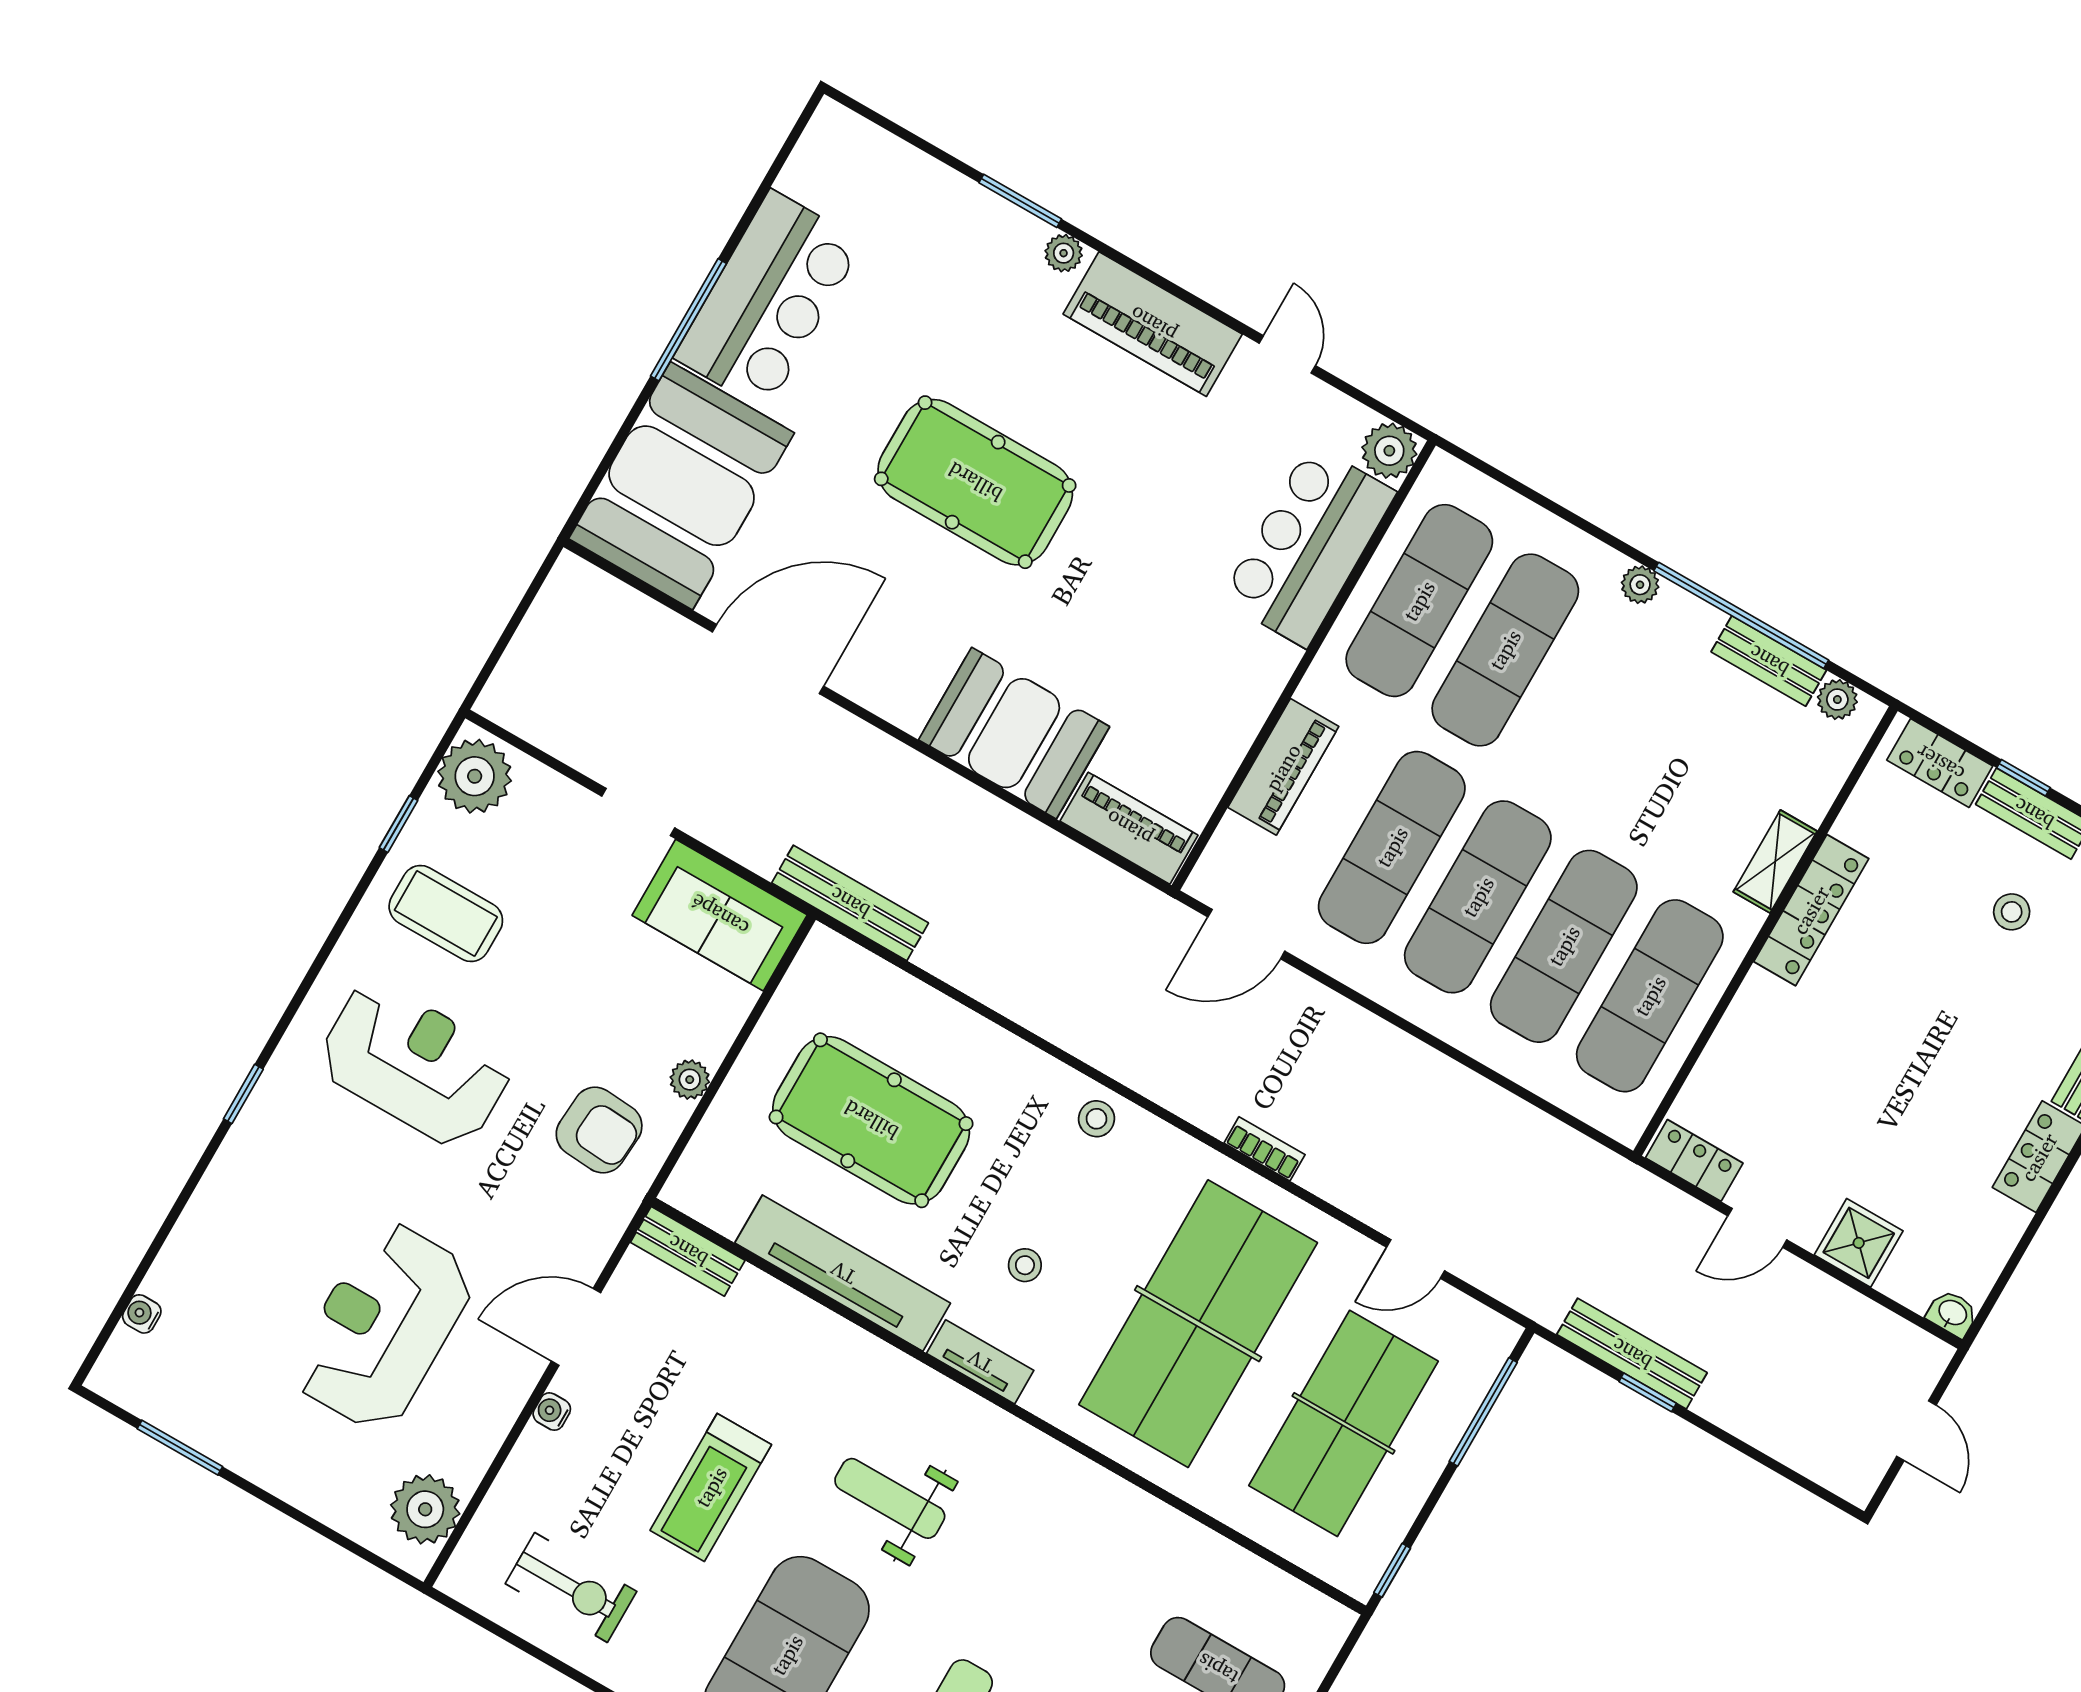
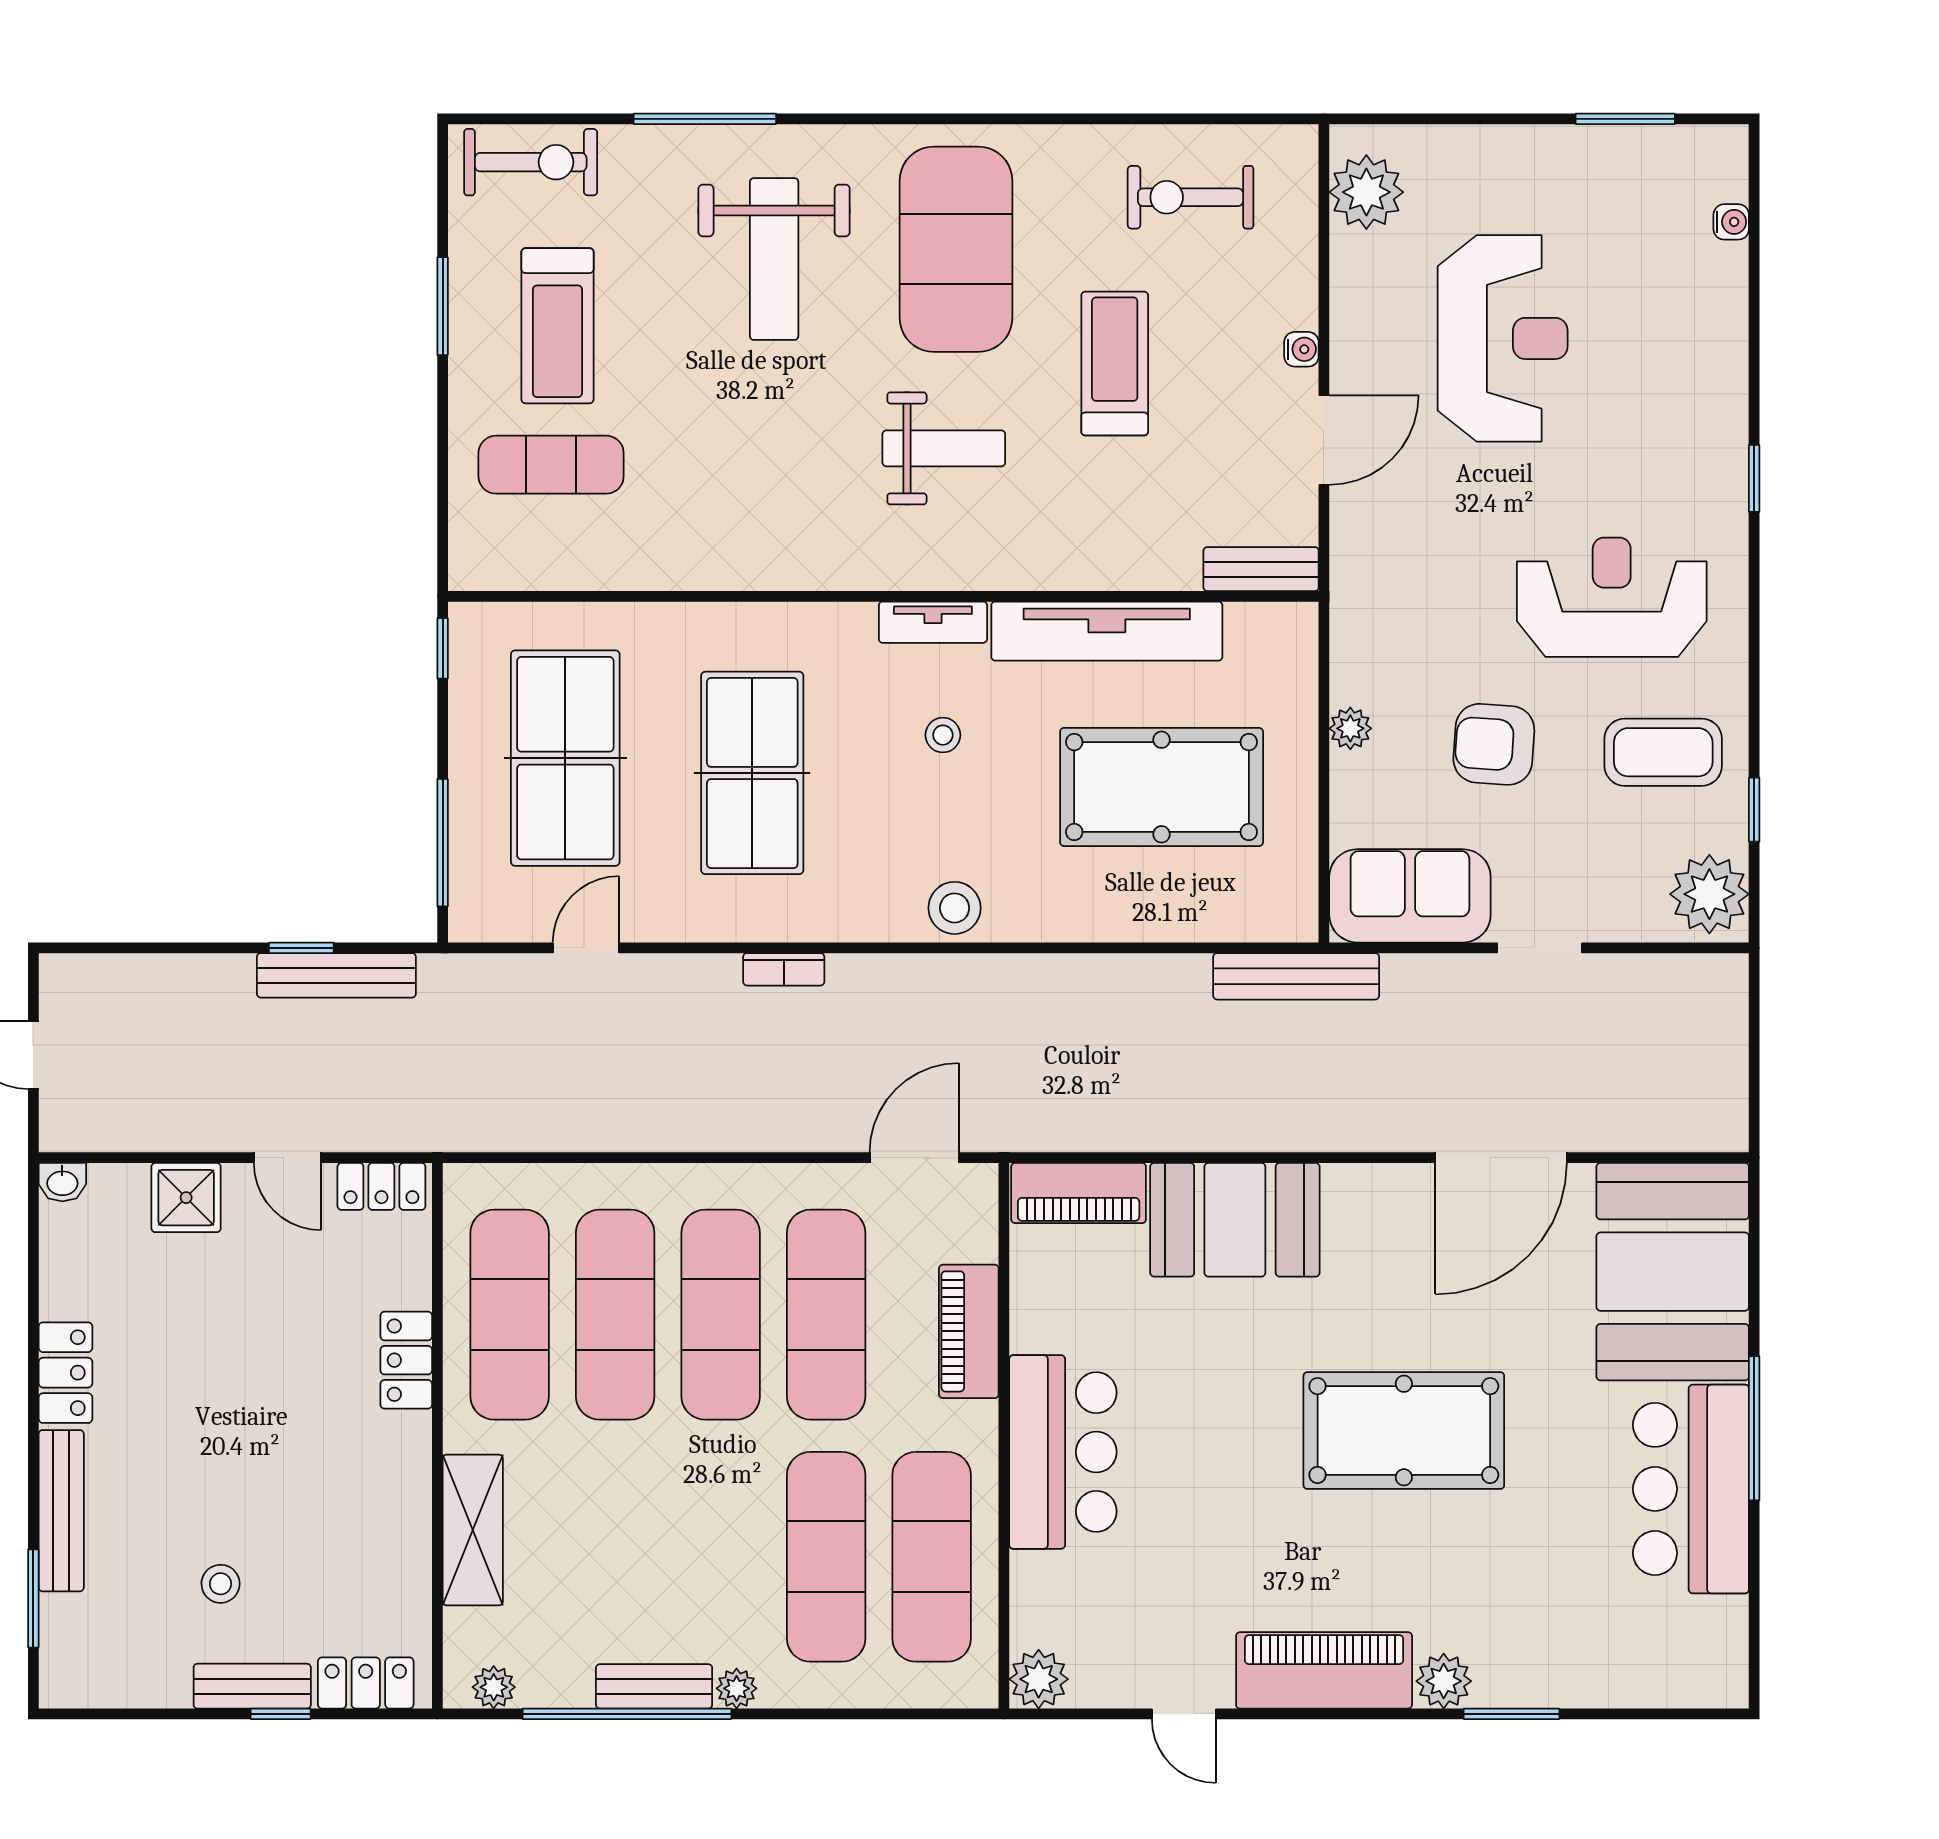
plant: (1064, 253) -> (1444, 1681), width x1.38, depth x1.38
bar counter: (1308, 546) -> (1063, 1452), moved
bench: (1769, 661) -> (654, 1686), moved
shelving: (1775, 862) -> (473, 1530), width x1.50, depth x1.33
locker: (1811, 910) -> (406, 1360), moved, width x0.66
reception desk: (415, 1064) -> (1612, 597), turned 180
stool: (1096, 1119) -> (955, 908), width x1.37, depth x1.37
armchair: (599, 1130) -> (1494, 744), moved
door: (1757, 1228) -> (287, 1158), swing flipped
table tennis table: (1198, 1324) -> (752, 773), width x0.73, depth x0.76

